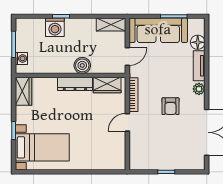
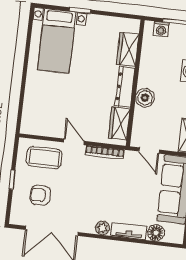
wardrobe: (23, 91) -> (128, 49), moved, turned 90
armchair: (170, 106) -> (40, 195), moved
coffee table: (144, 146) -> (44, 158), added

